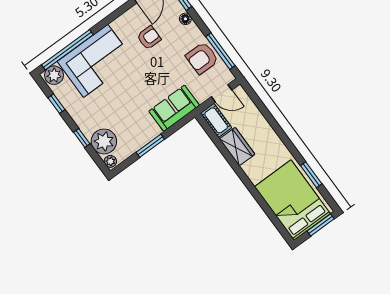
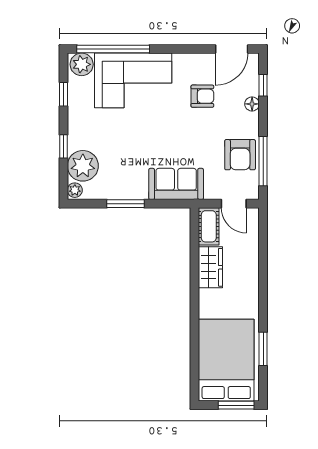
armchair: (202, 58) -> (240, 155), turned -90

